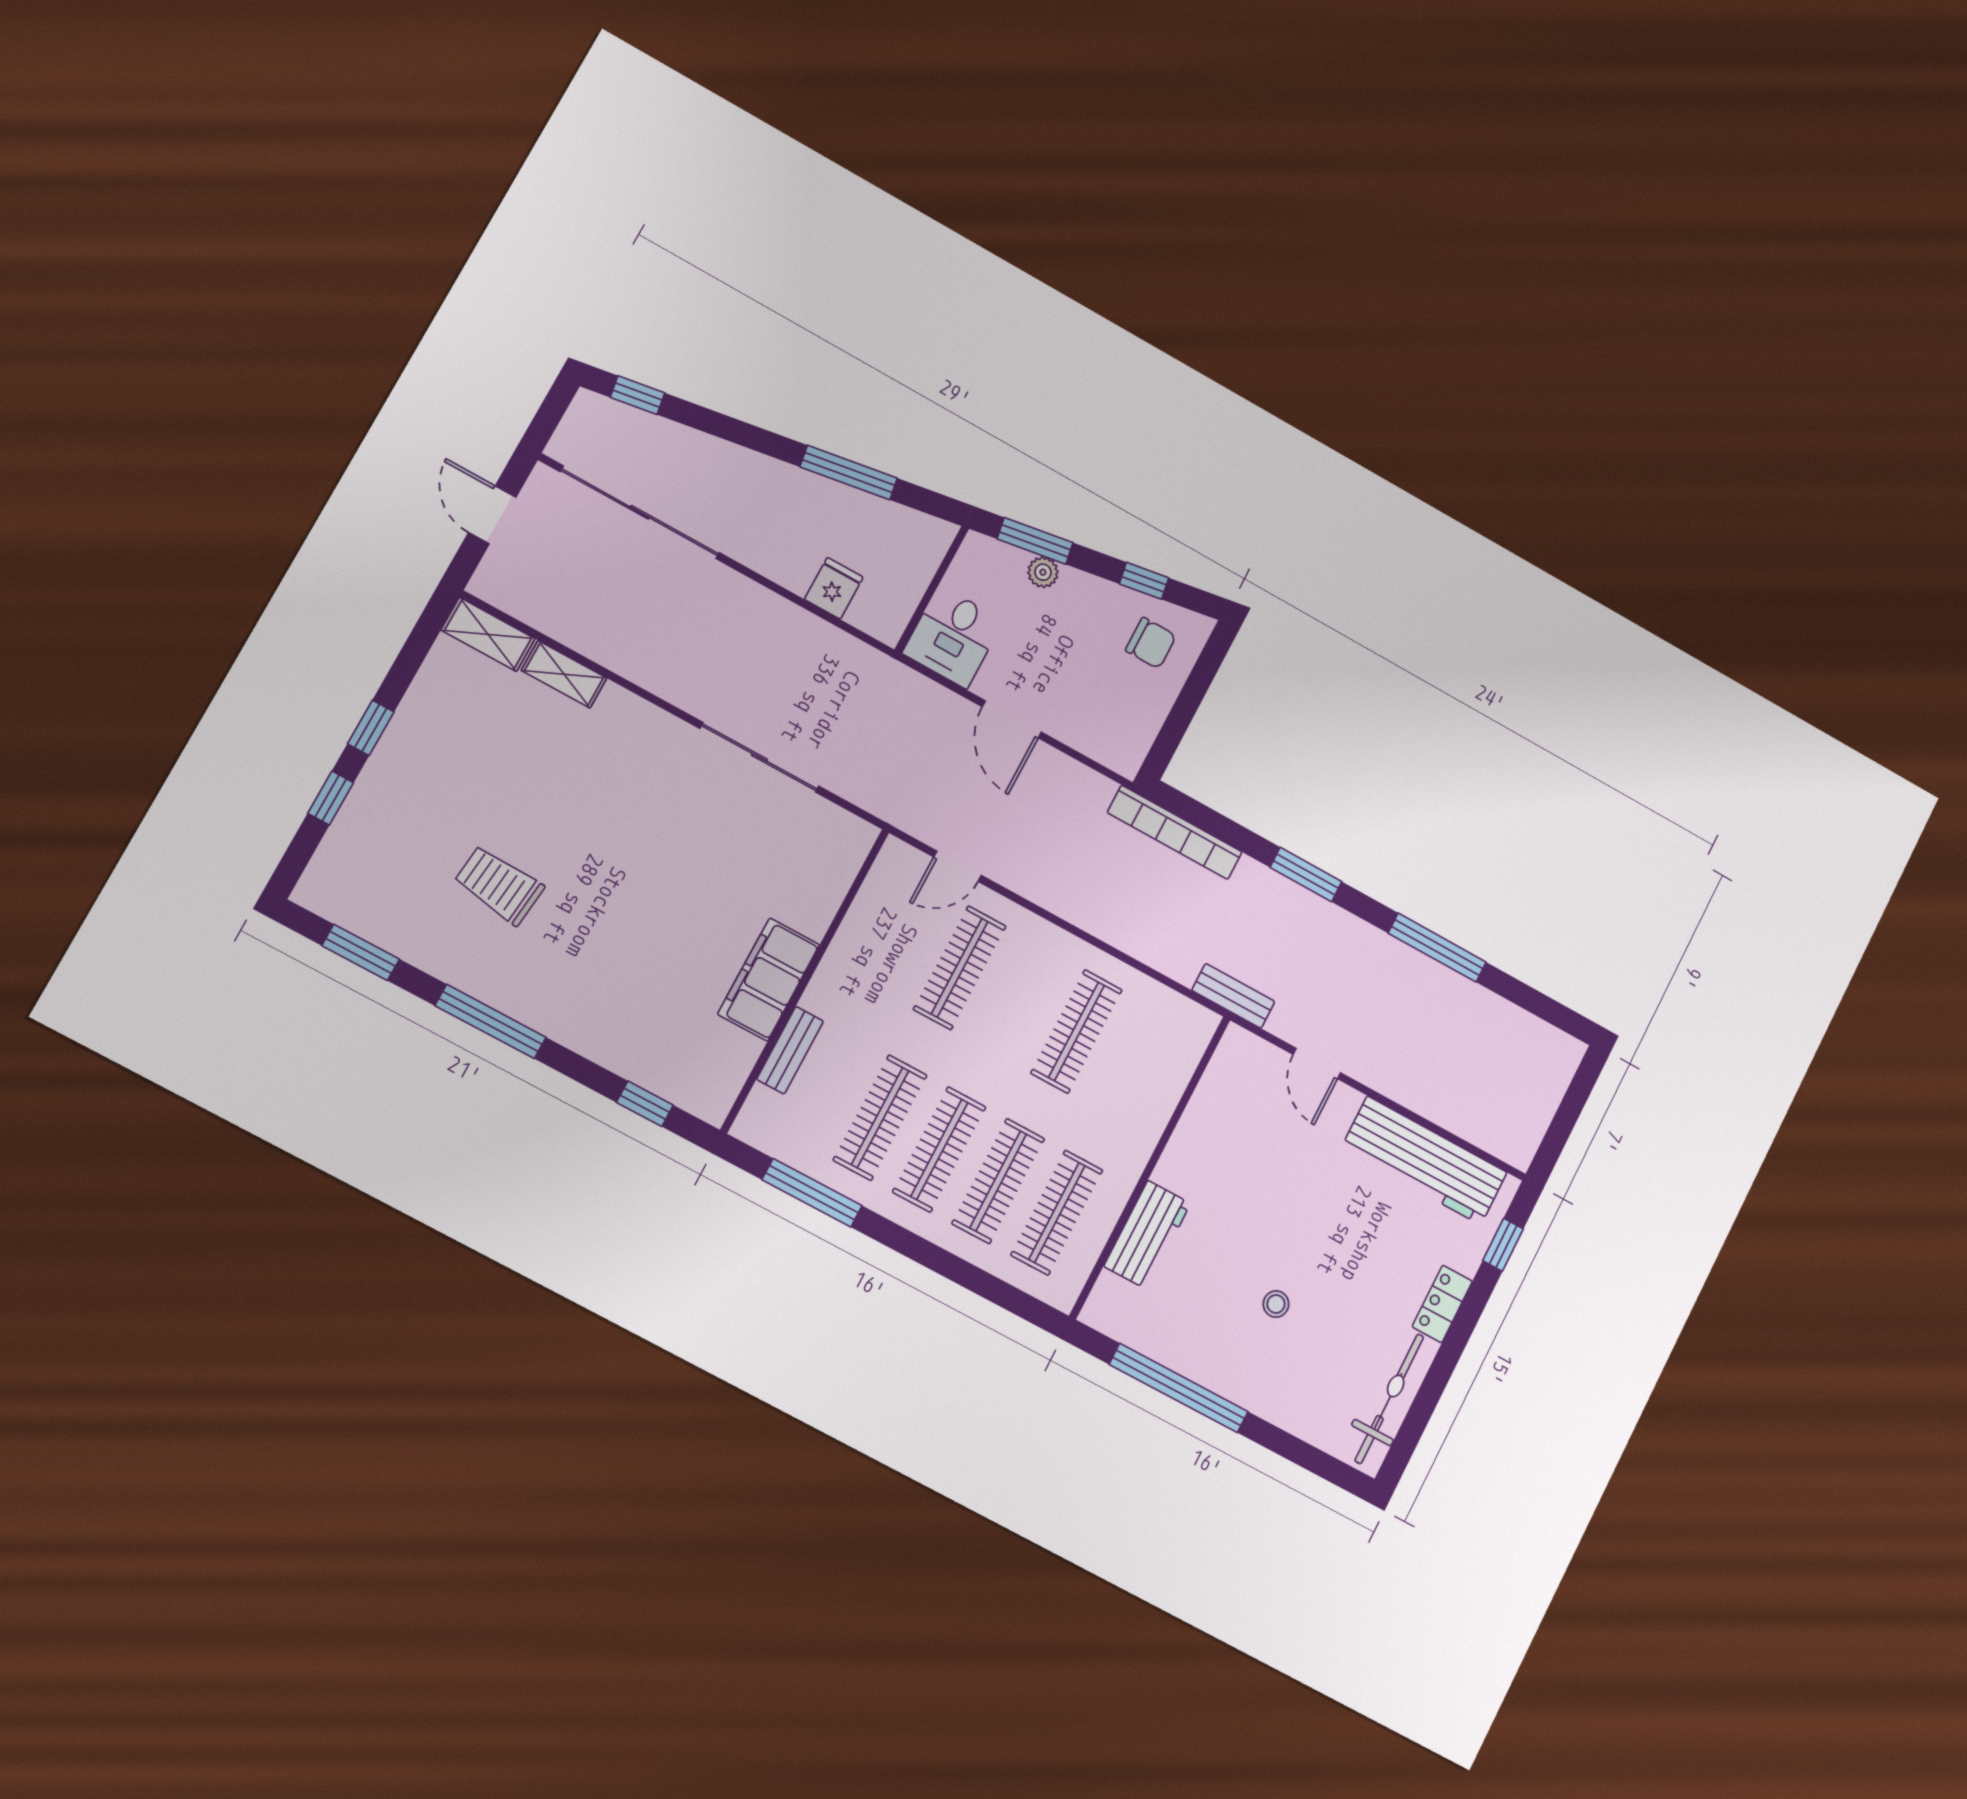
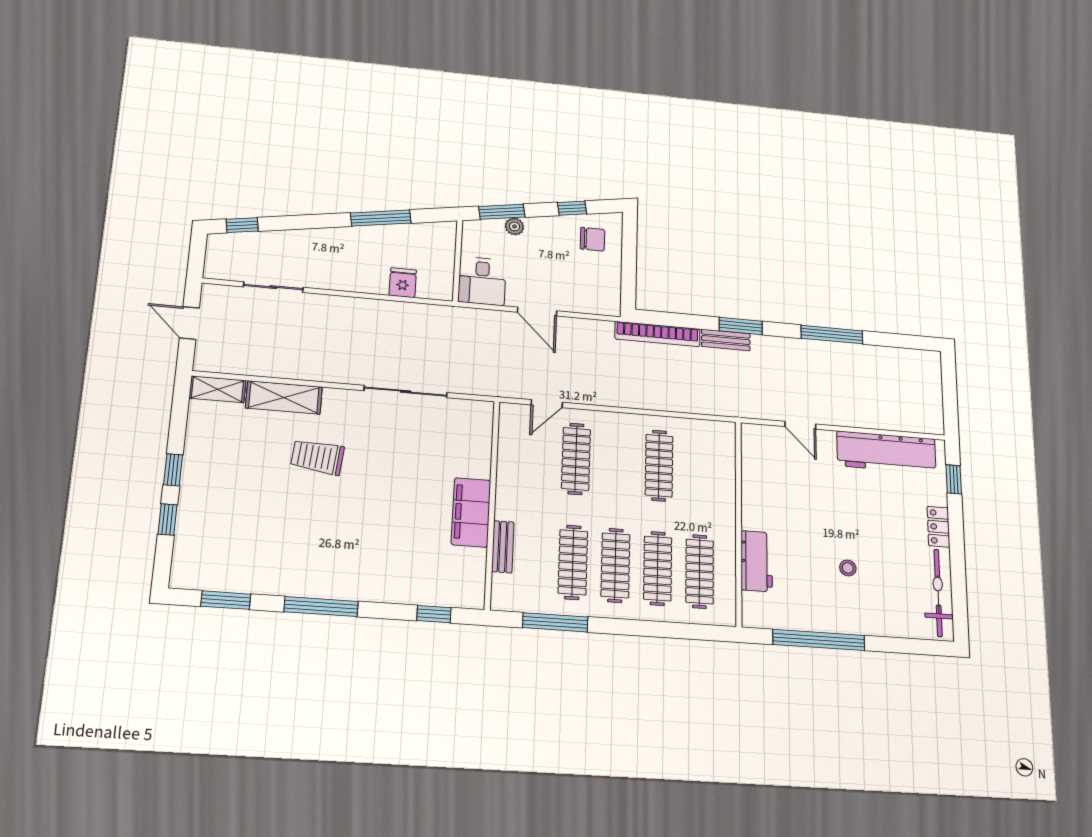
sliding door: (640, 512) -> (273, 287), width x0.54
shelving: (564, 674) -> (284, 397), width x1.50, depth x1.33
trolley: (499, 885) -> (318, 457), moved
bench: (1233, 996) -> (726, 340), moved

